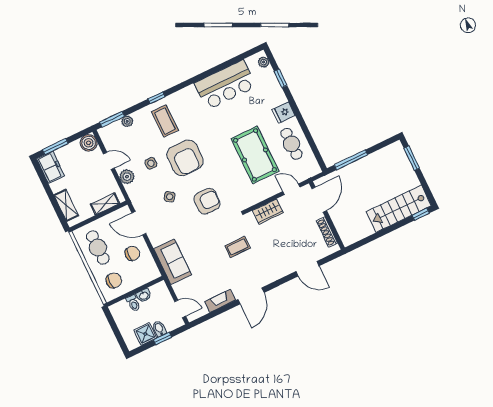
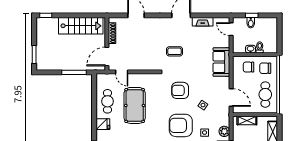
armchair: (185, 158) -> (181, 125), turned -90
stairs: (399, 209) -> (81, 26), moved
wardrobe: (268, 212) -> (144, 65), removed
chair: (132, 253) -> (249, 67), moved
shower: (145, 334) -> (261, 24), removed

